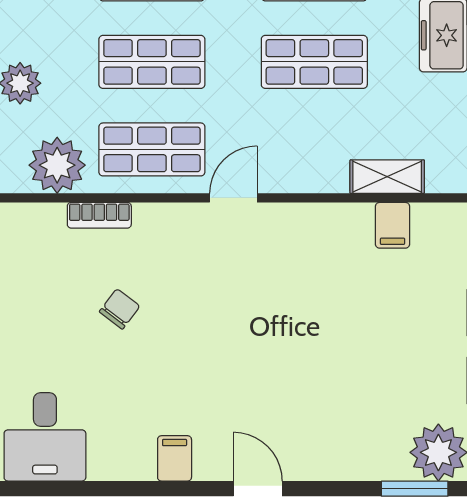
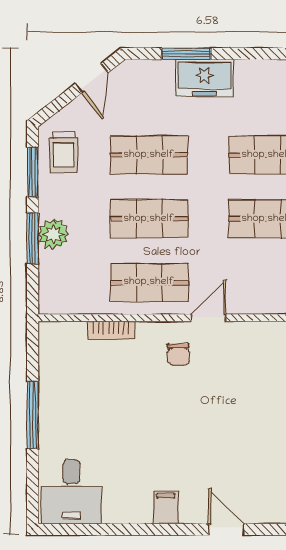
plant: (57, 165) -> (80, 294), removed
chair: (120, 309) -> (178, 354), moved, turned 143

